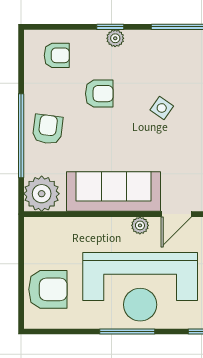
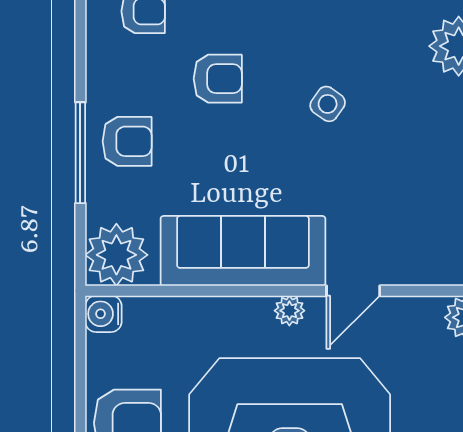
armchair: (48, 129) -> (127, 141), turned 83
window: (21, 136) -> (80, 153), width x0.68
water cooler: (34, 227) -> (103, 314), added

